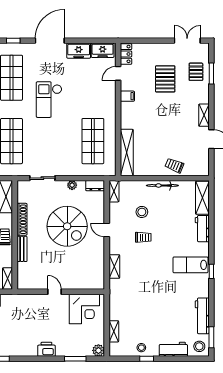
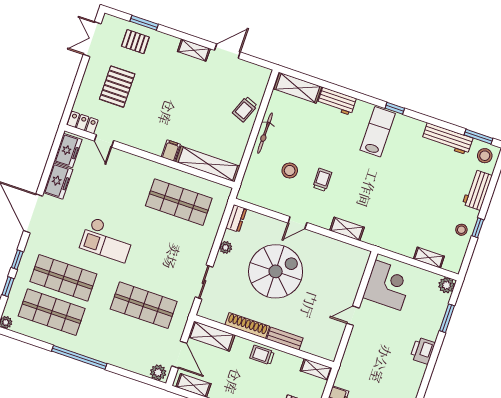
pallet: (165, 79) -> (117, 87), moved, turned 90
filing cabinet: (127, 96) -> (171, 151), moved
shelving: (114, 191) -> (251, 197), removed
lab bench: (190, 265) -> (378, 132), turned 180

